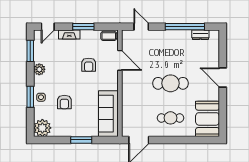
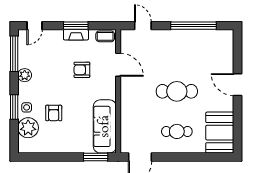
fireplace: (69, 35) -> (76, 35), moved
dresser: (200, 35) -> (212, 35), removed
window: (30, 51) -> (14, 54), width x1.44
armchair: (89, 65) -> (82, 70), turned 90
plant: (42, 128) -> (28, 128), moved
window: (81, 140) -> (96, 157), moved

